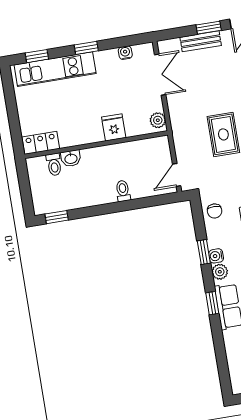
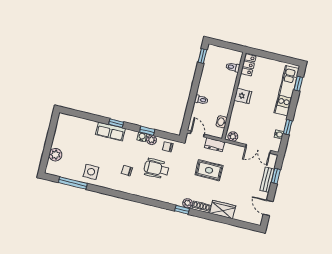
window: (209, 28) -> (276, 176), moved
window: (86, 48) -> (288, 127), moved
fridge: (114, 127) -> (243, 96), moved
dresser: (182, 142) -> (214, 145), added
washbasin: (71, 158) -> (222, 122), moved
plant: (220, 272) -> (152, 140), moved

